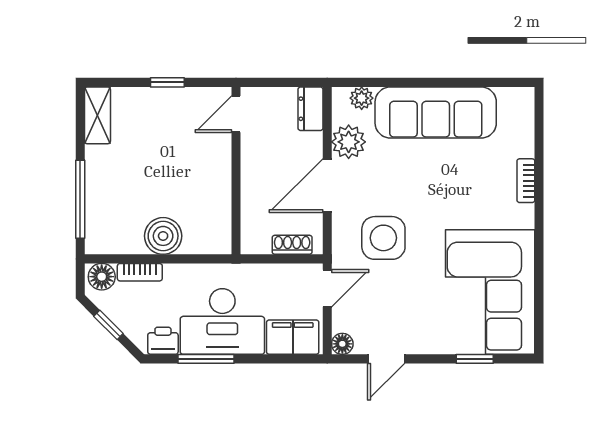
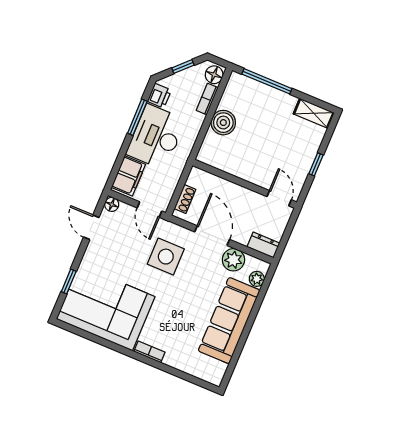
bookcase: (526, 181) -> (149, 352), moved

